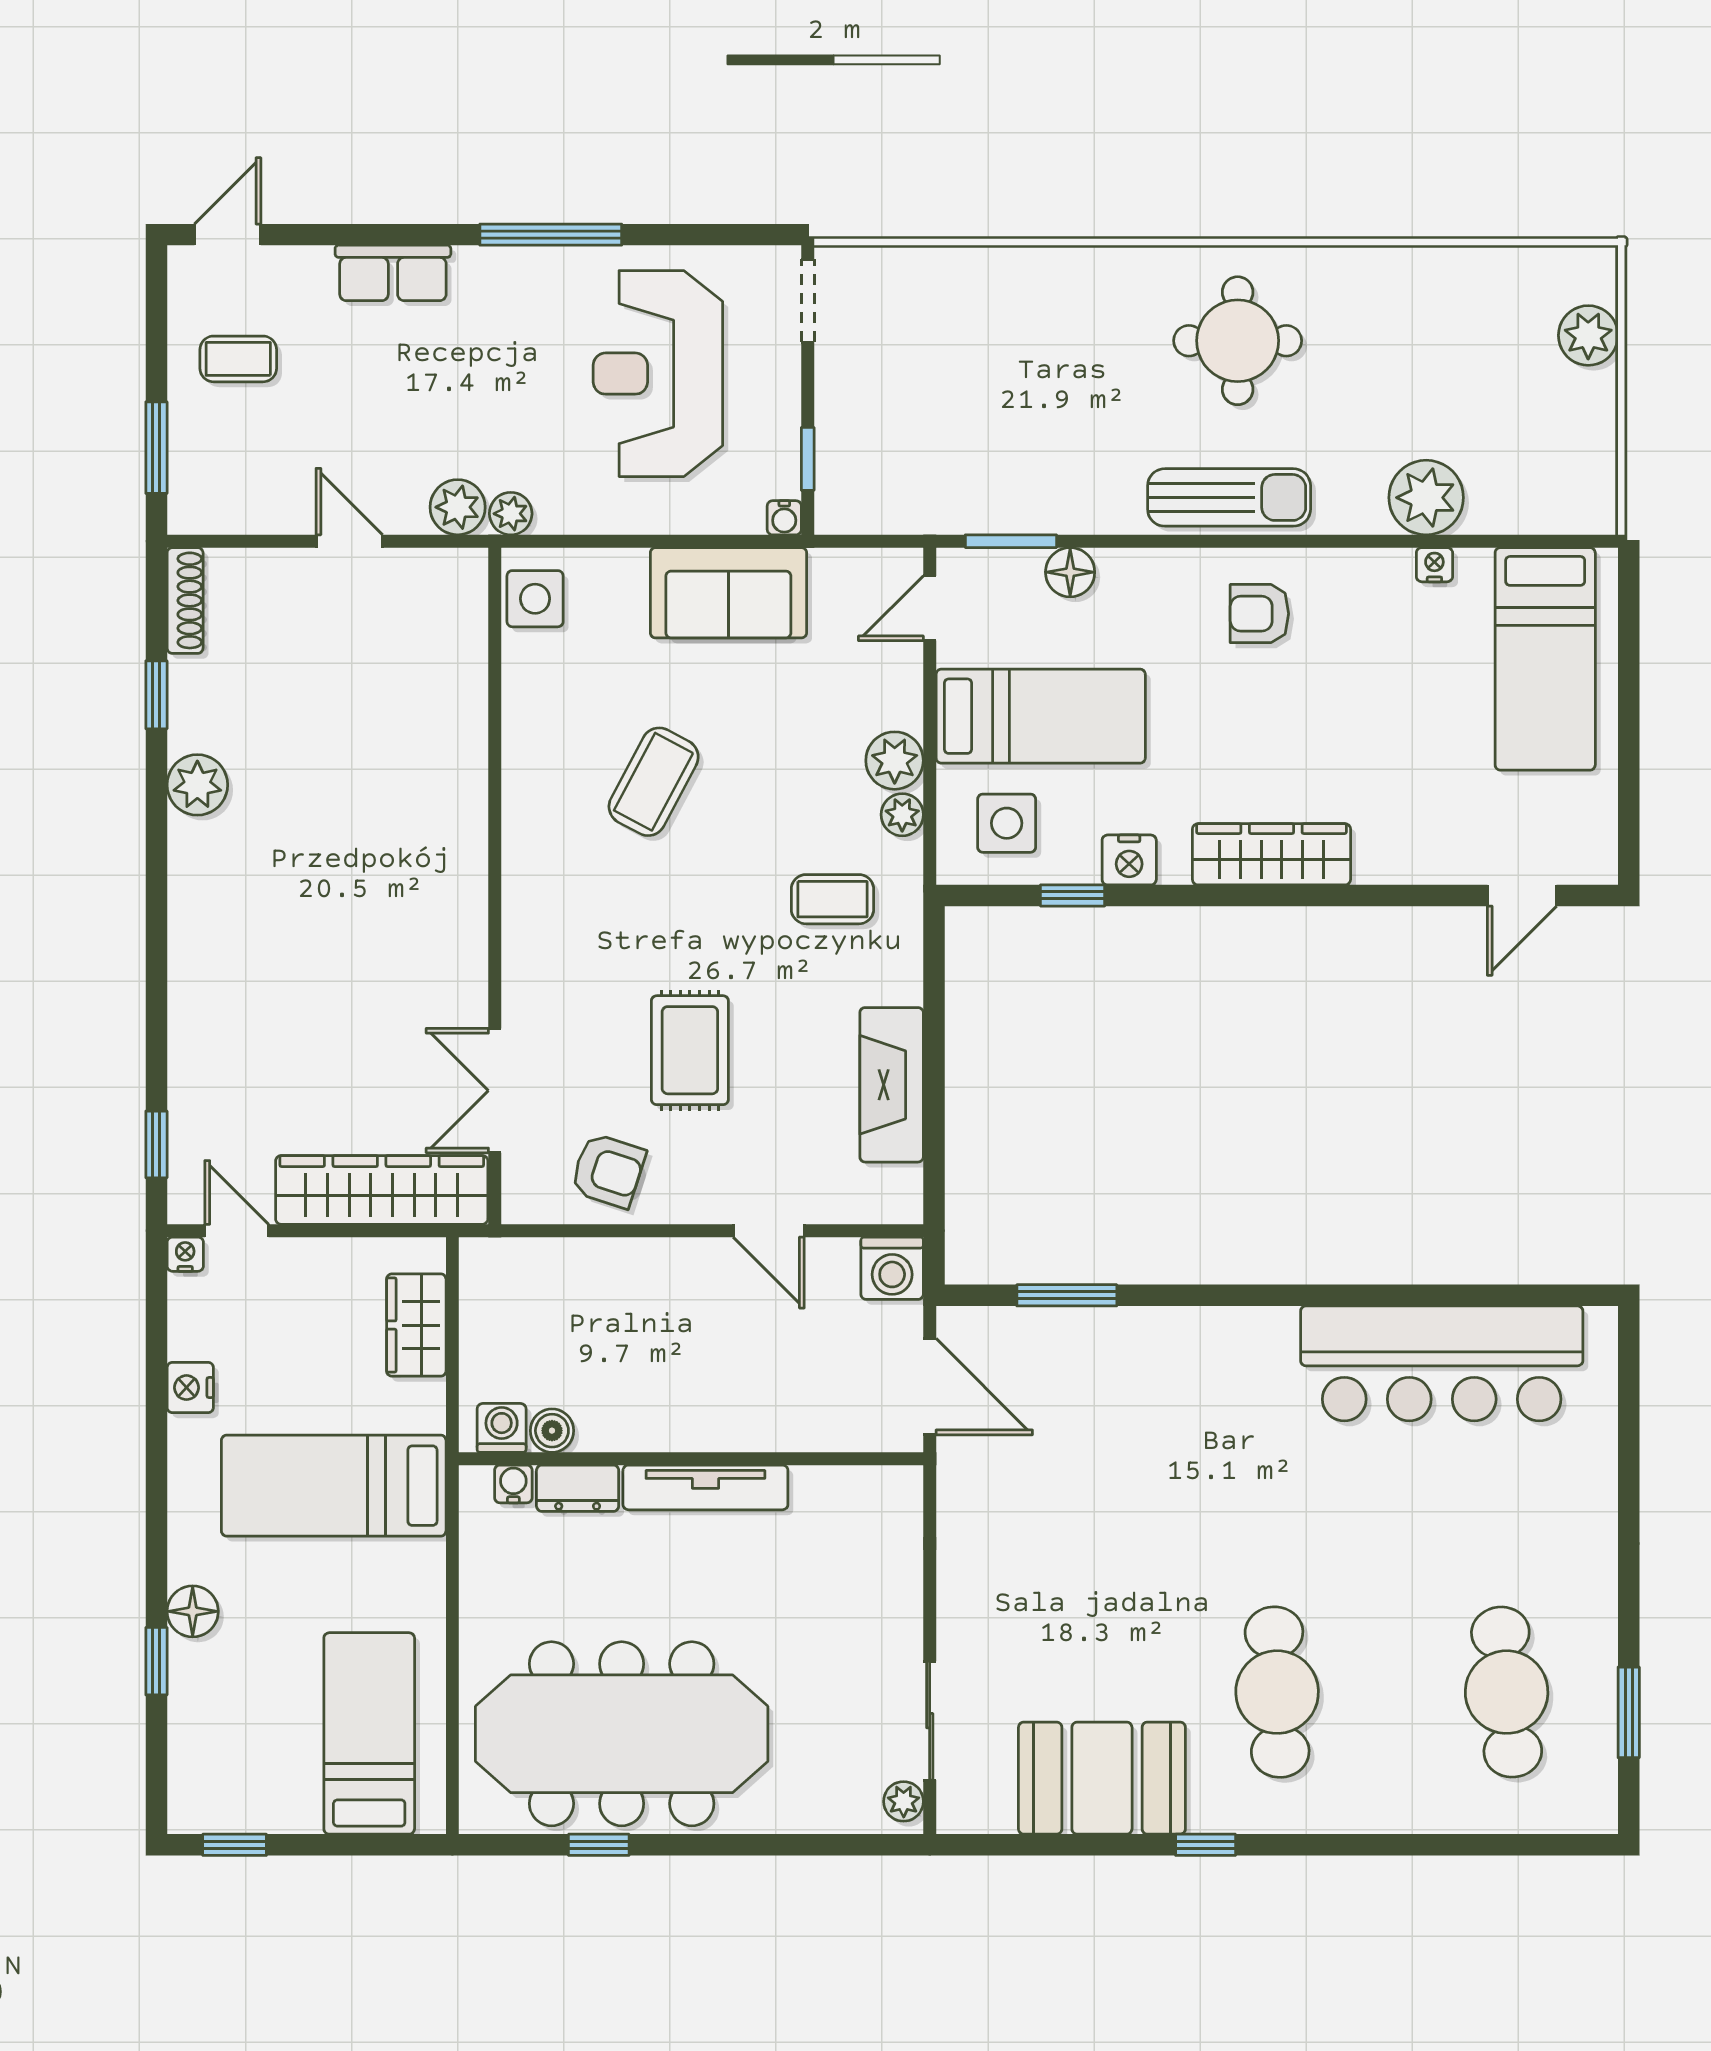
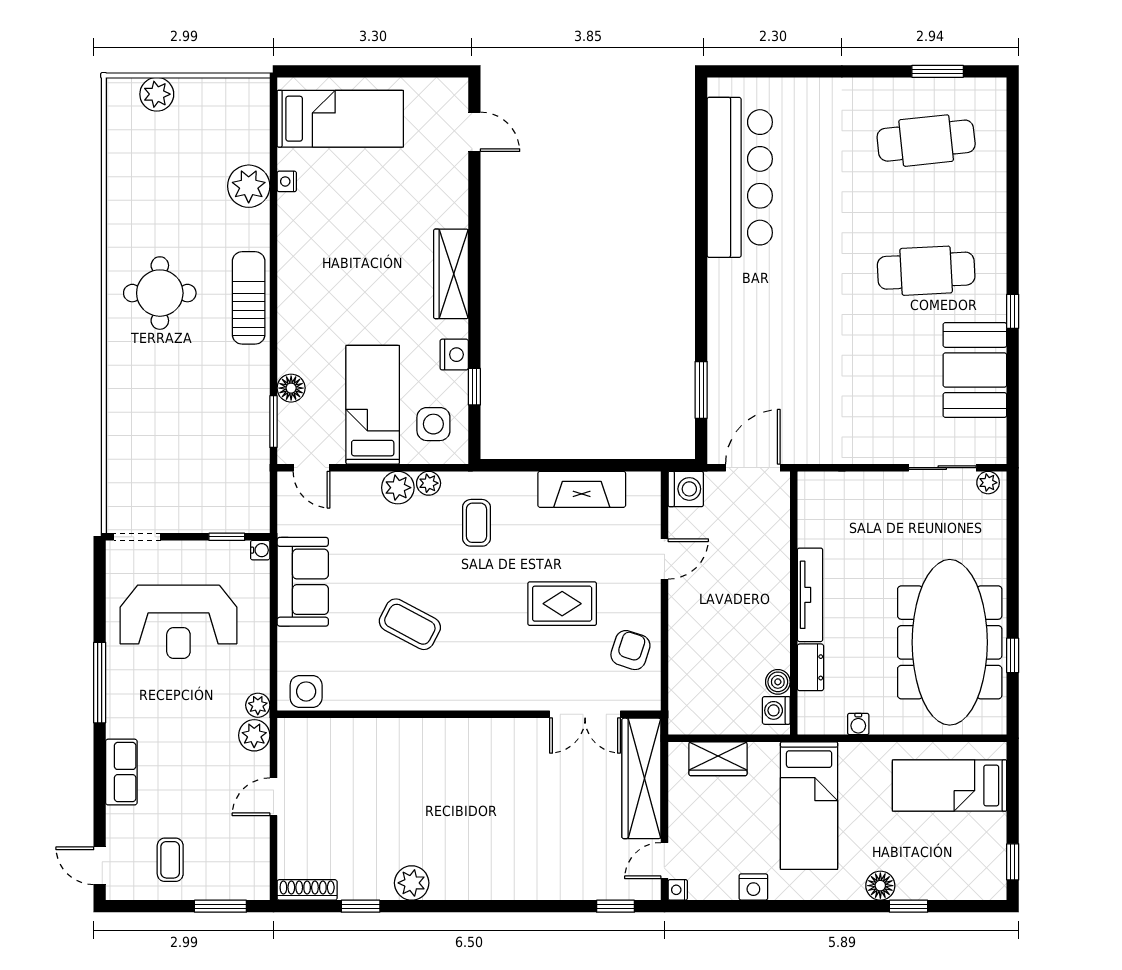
armchair: (1259, 614) -> (315, 281), removed
water cooler: (513, 1484) -> (858, 724), moved, turned -90

